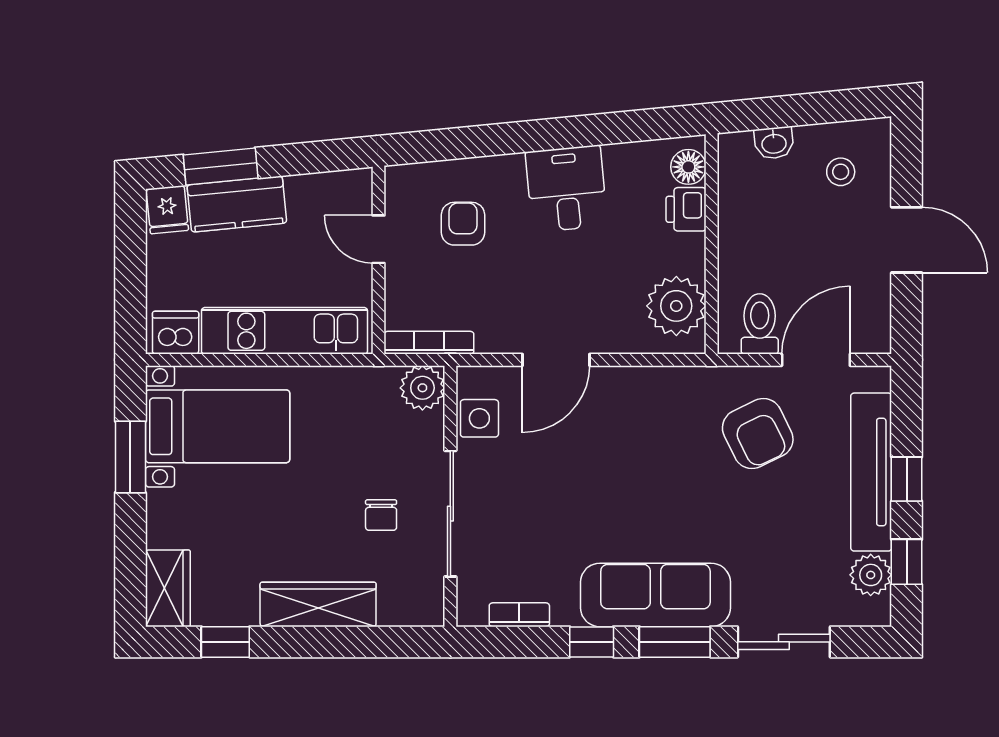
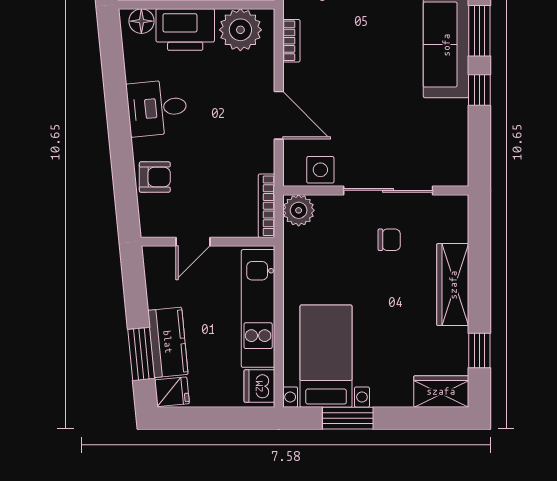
printer: (686, 209) -> (185, 30), width x1.87, depth x1.48
armchair: (463, 224) -> (155, 177), moved, turned 180
bookcase: (519, 615) -> (291, 41), moved, turned 180

